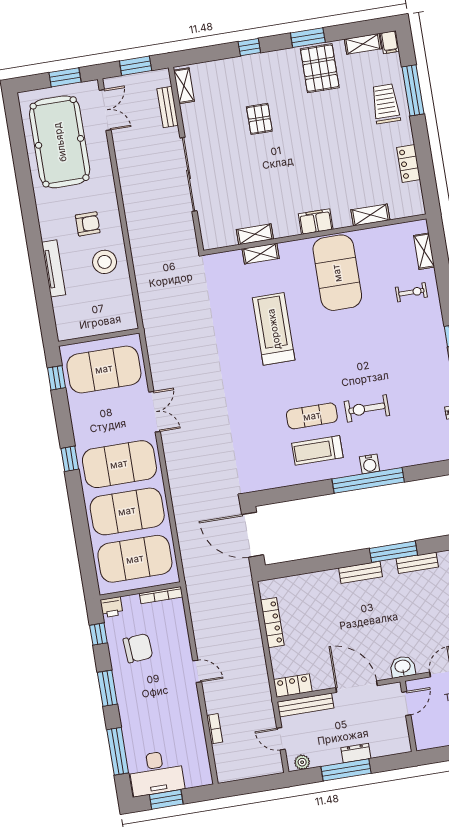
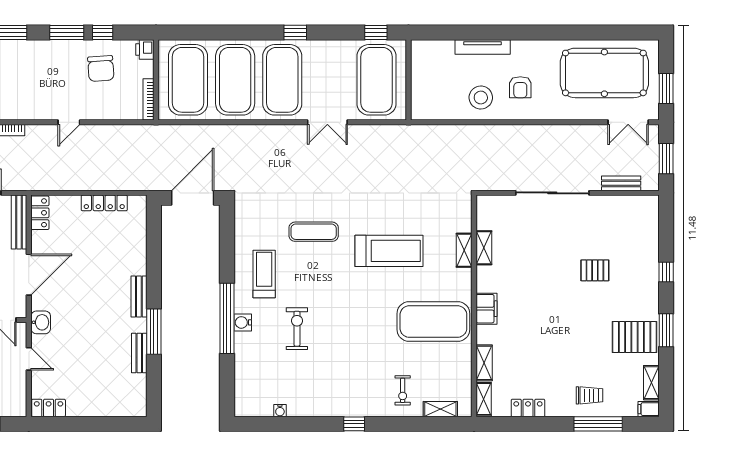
shelving: (184, 86) -> (484, 399), moved, turned 90
trolley: (386, 104) -> (589, 395), width x0.73, depth x0.72
exercise mat: (312, 416) -> (314, 232), moved, turned 90
window: (98, 634) -> (103, 32), moved

